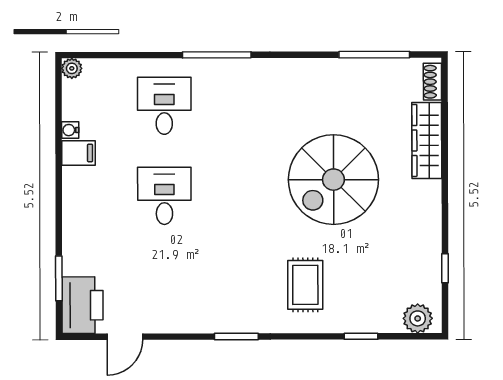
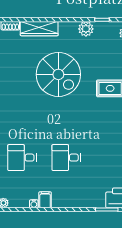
plant: (426, 235) -> (86, 29), added

